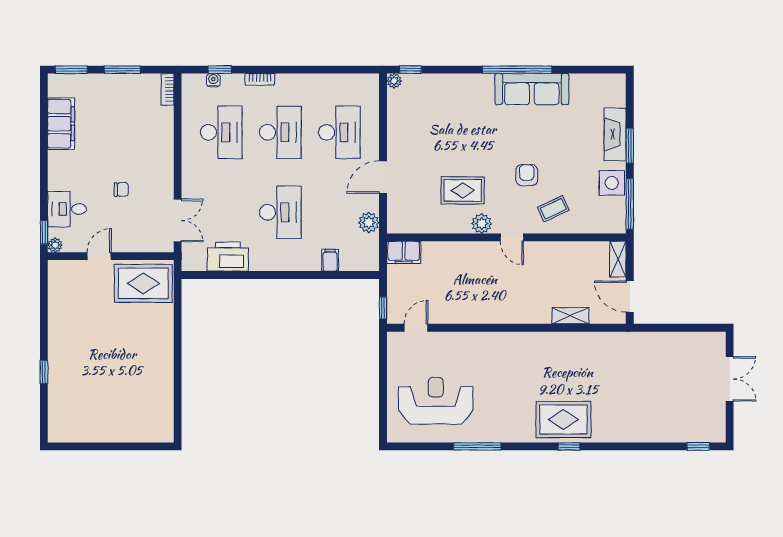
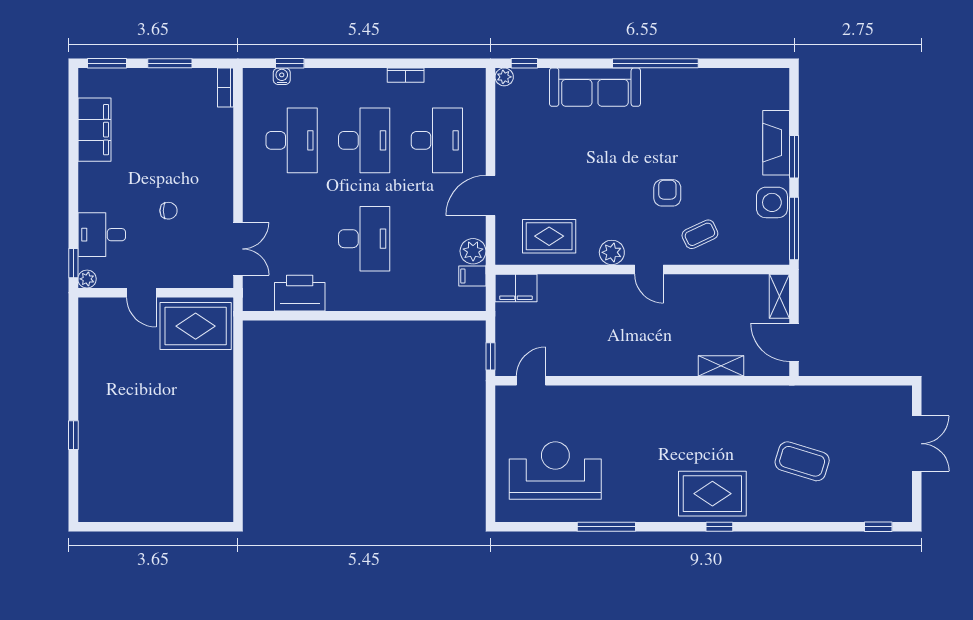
bookcase: (260, 79) -> (406, 75), moved
sofa: (532, 89) -> (595, 87), moved
rug: (463, 190) -> (549, 236), moved
door: (99, 256) -> (141, 293), swing flipped
filing cabinet: (330, 260) -> (472, 276), moved, turned -90
coffee table: (636, 393) -> (802, 461), added

